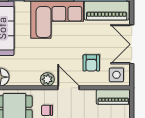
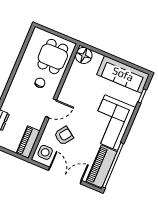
armchair: (91, 63) -> (64, 136), turned 125
plant: (47, 79) -> (65, 94), removed

